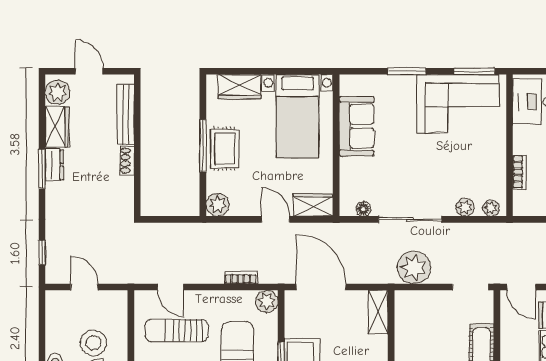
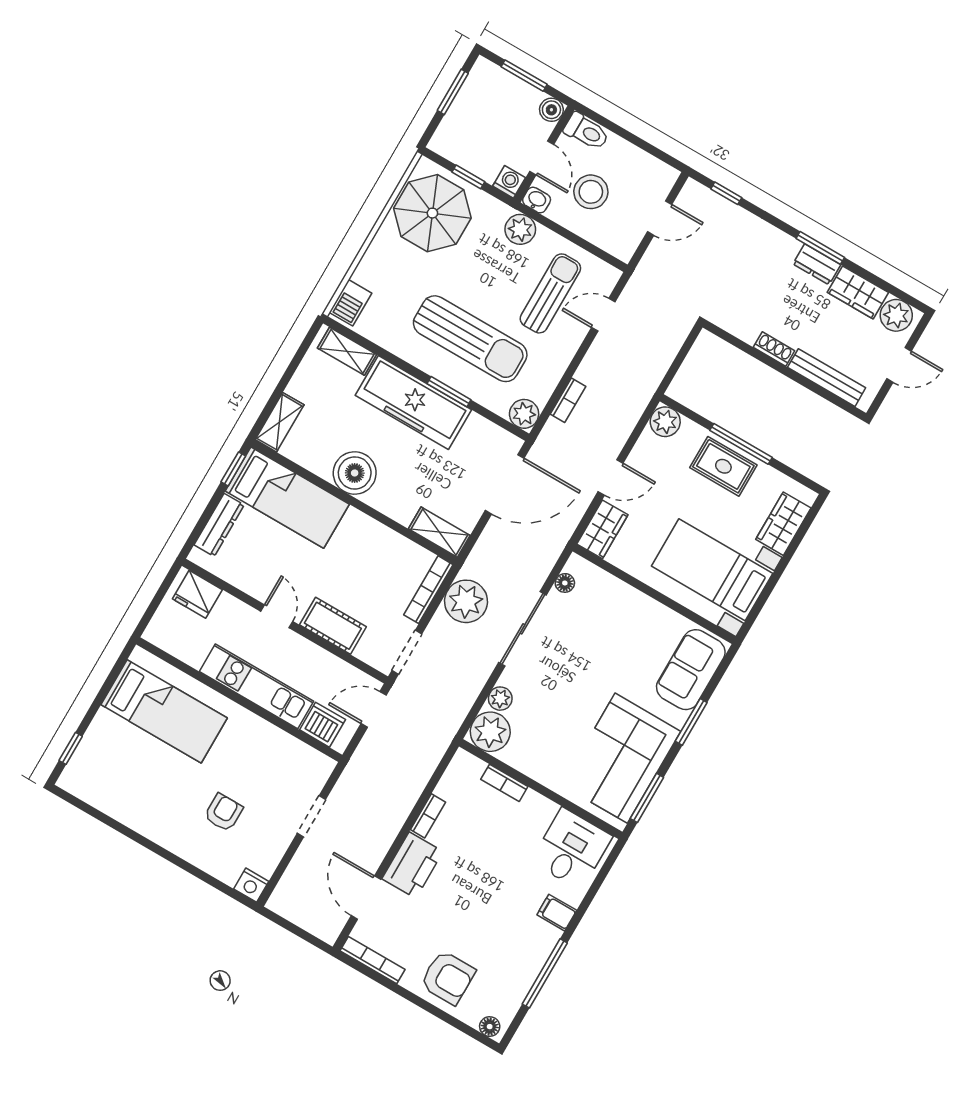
sofa: (357, 126) -> (691, 670), moved, turned 90
plant: (491, 208) -> (490, 732), width x1.88, depth x1.88
bookcase: (421, 297) -> (428, 590), added

